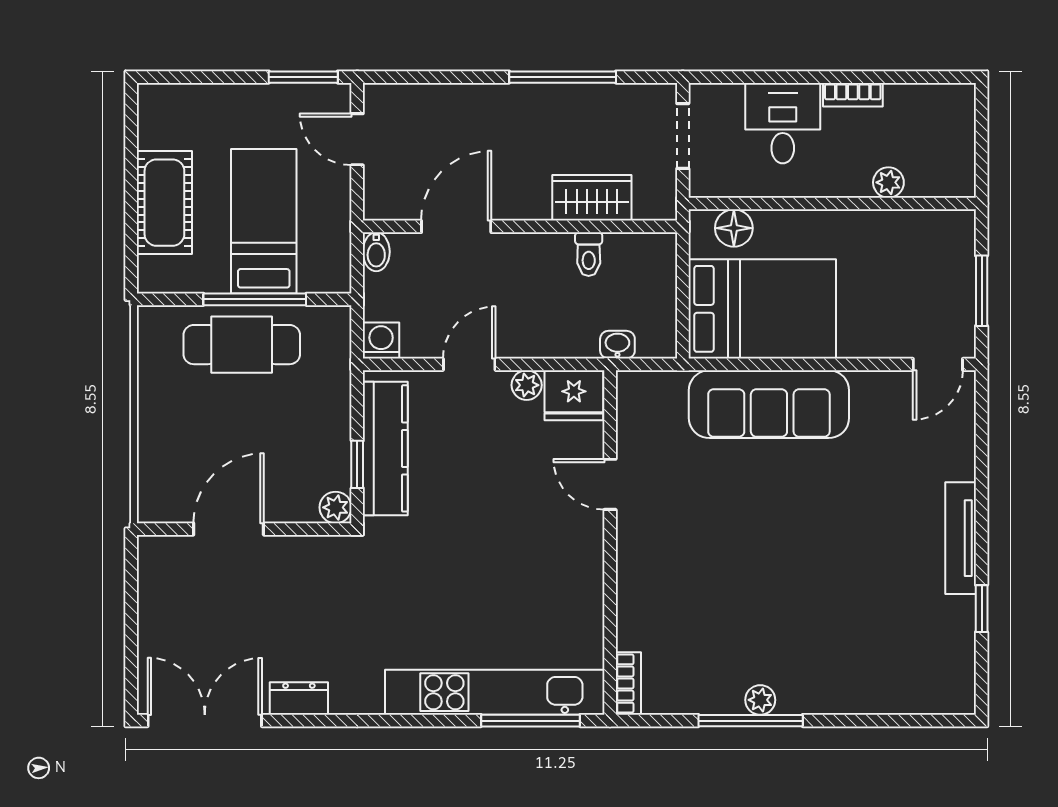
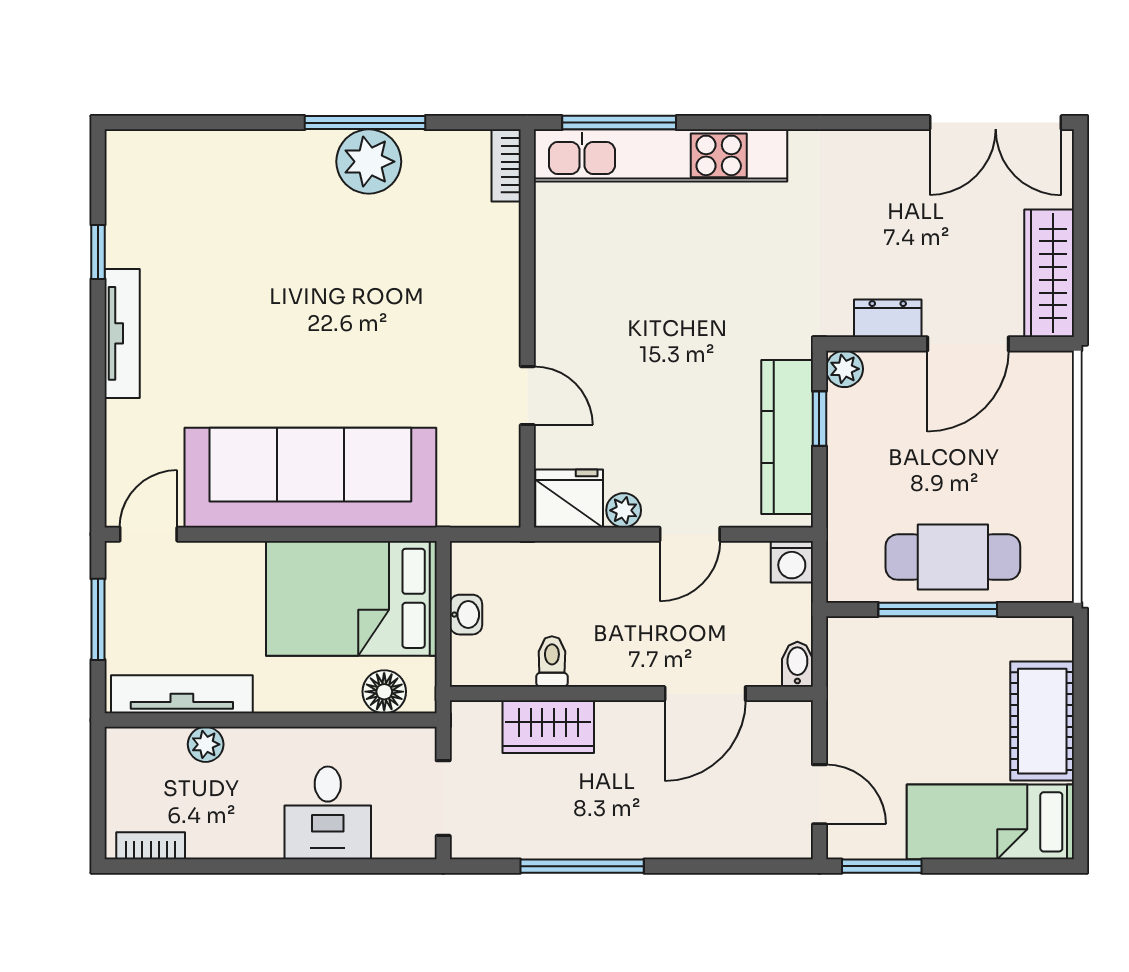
bookcase: (853, 95) -> (151, 846), moved
bed: (264, 221) -> (990, 822), moved, turned 90
tv unit: (909, 226) -> (182, 694), added
washbasin: (617, 345) -> (466, 615), moved, turned -90
sofa: (769, 404) -> (310, 478), width x1.36, depth x1.27
wardrobe: (158, 590) -> (1049, 273), added
dresser: (299, 698) -> (888, 318), moved, turned 180
plant: (760, 700) -> (369, 162), width x1.87, depth x1.87

